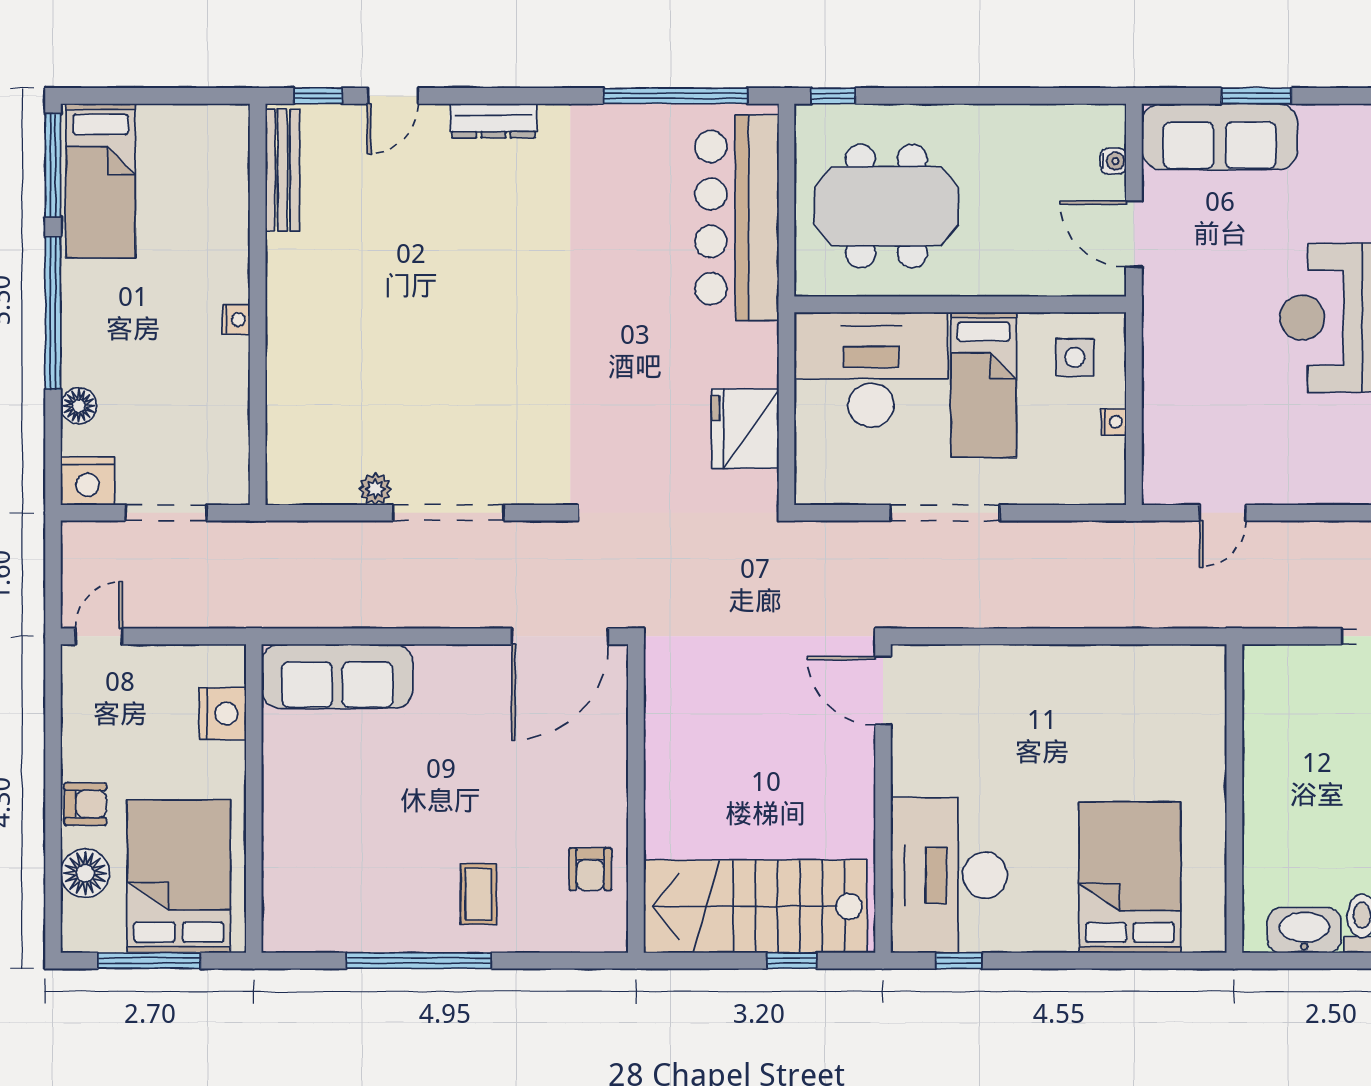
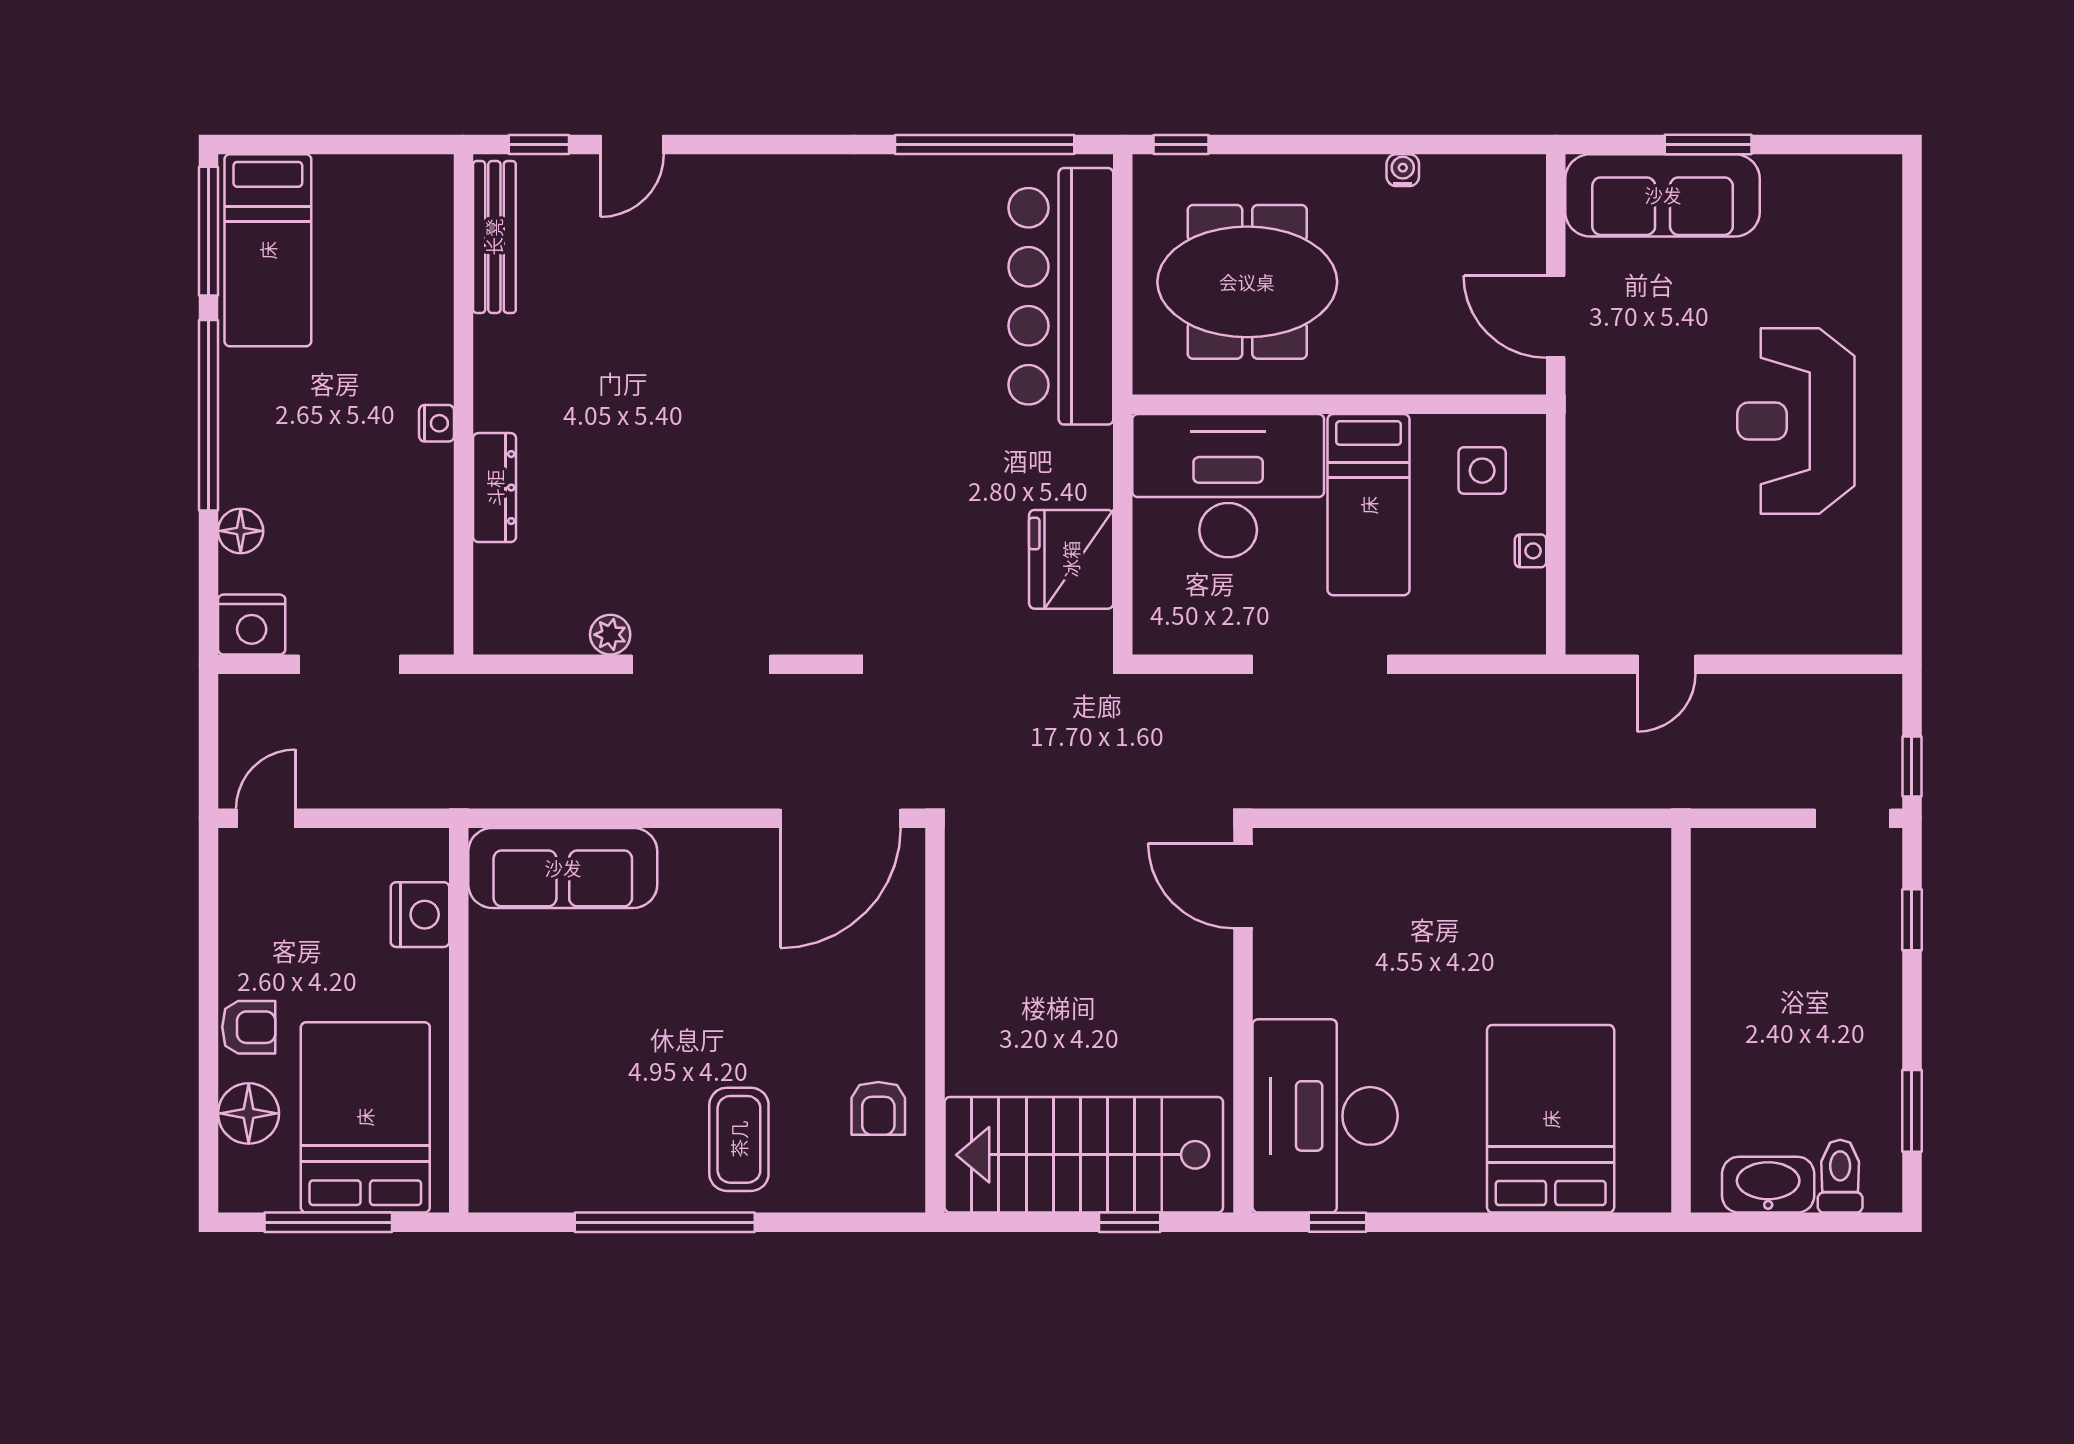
dresser: (493, 121) -> (495, 488), moved, turned -90
water cooler: (1113, 161) -> (1403, 170), moved, turned -90
coffee table: (479, 894) -> (739, 1139), width x1.36, depth x1.30

